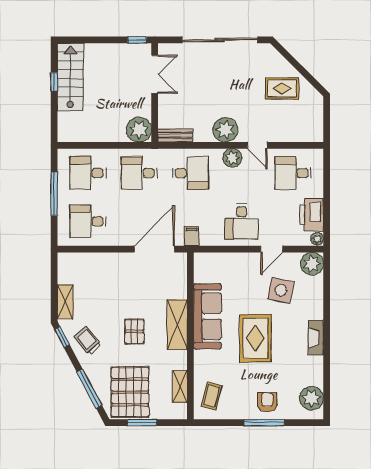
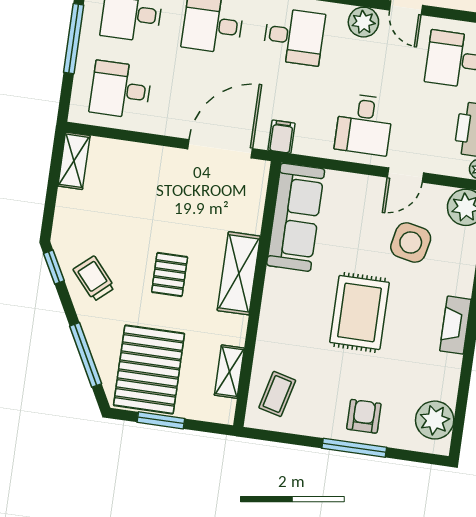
shelving: (65, 302) -> (74, 161), moved
sofa: (207, 316) -> (296, 217), moved

